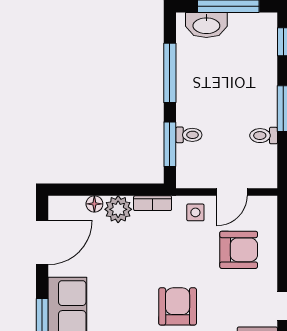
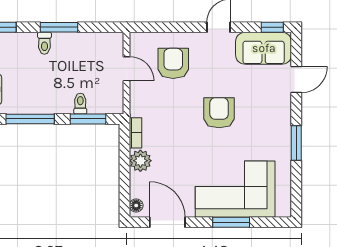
toilet: (264, 136) -> (44, 43), moved
floor lamp: (94, 204) -> (136, 206), moved
side table: (195, 212) -> (143, 98), removed
armchair: (178, 306) -> (219, 113), turned 90

